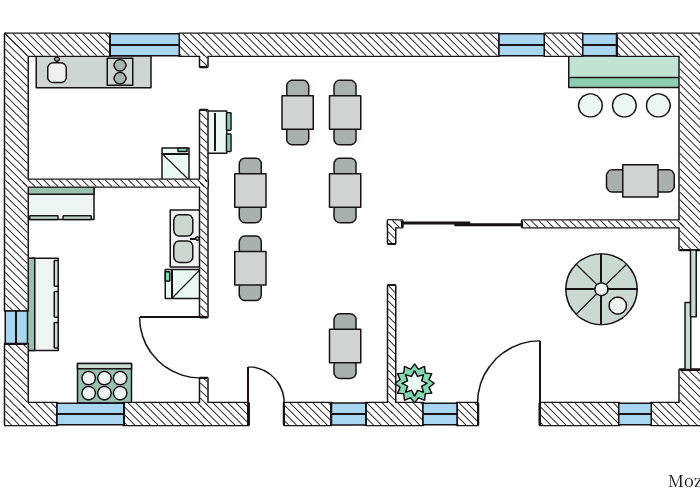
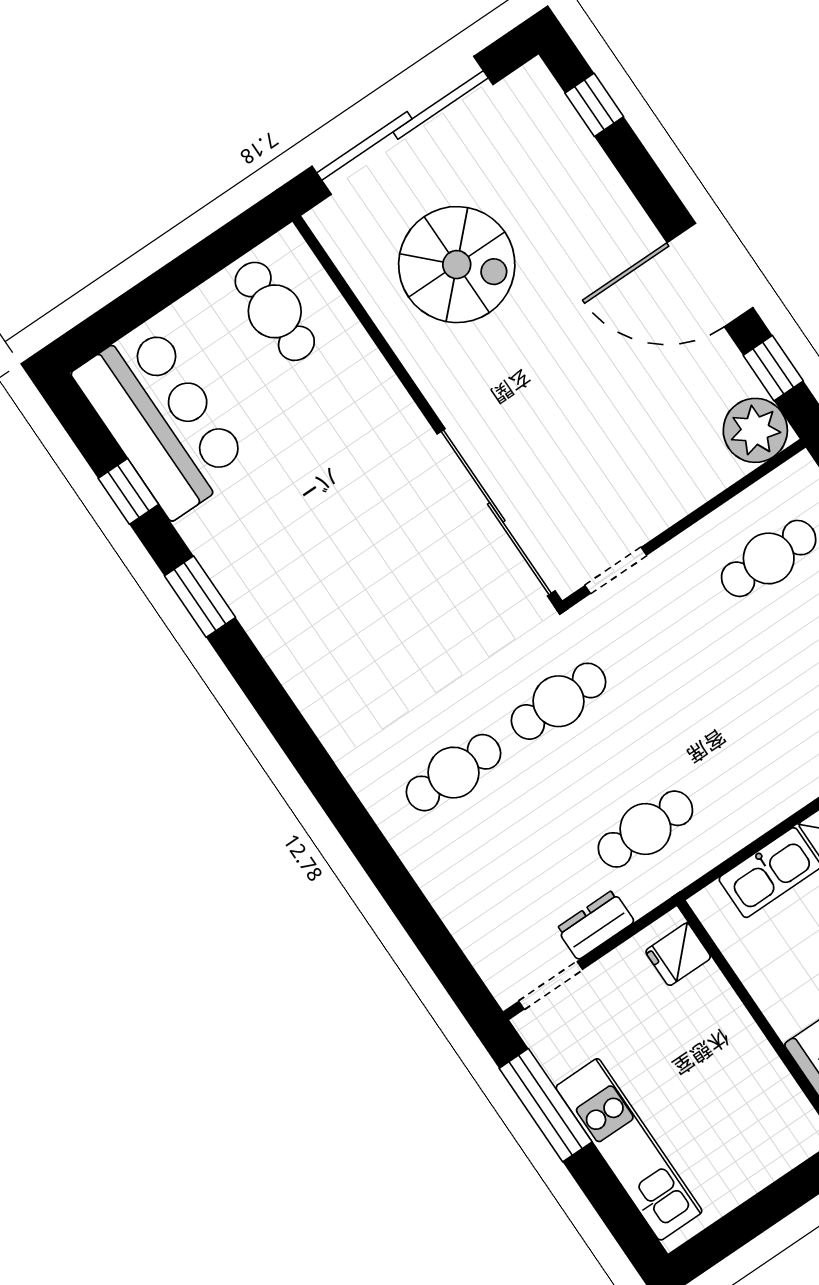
cafe table: (298, 113) -> (497, 837), removed
cafe table: (250, 268) -> (750, 758), removed
spiral stairs: (601, 289) -> (457, 265), turned 90

